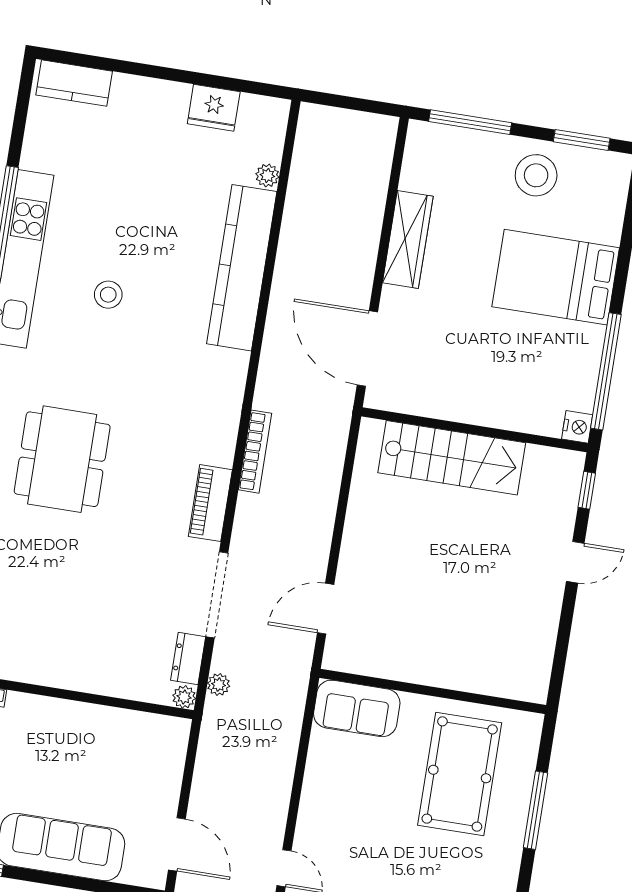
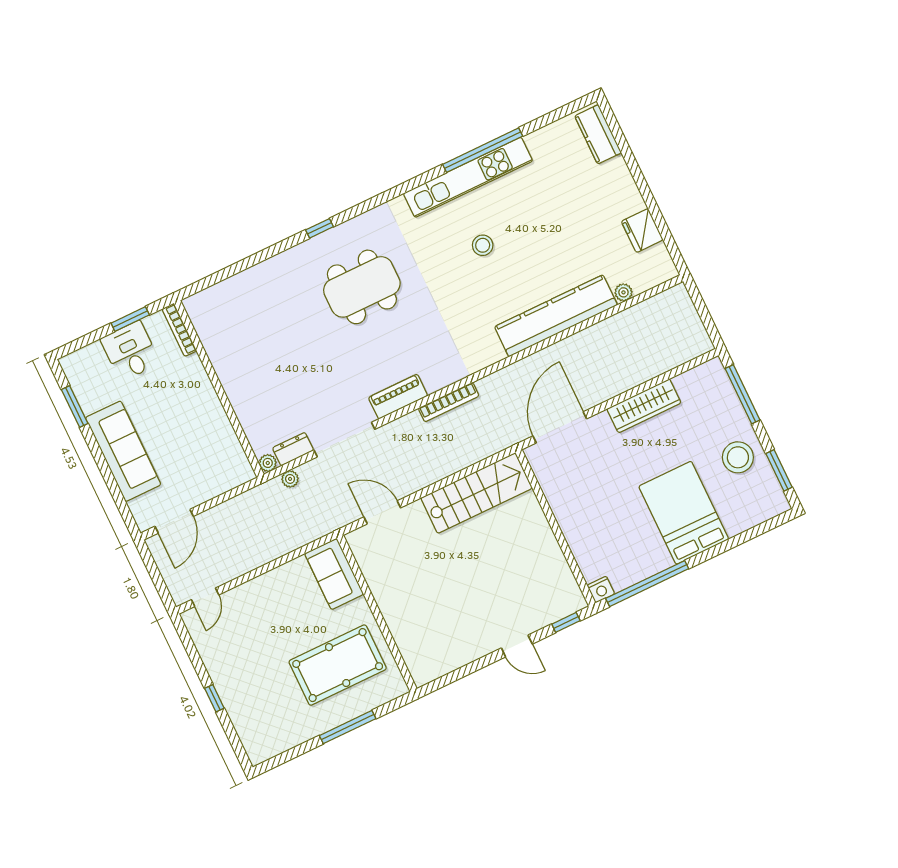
stairs: (452, 458) -> (477, 493), moved, turned -90

